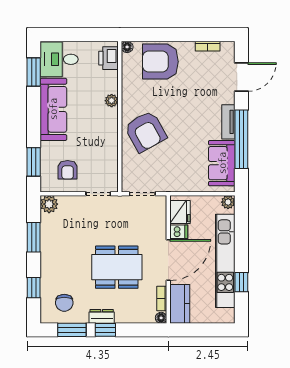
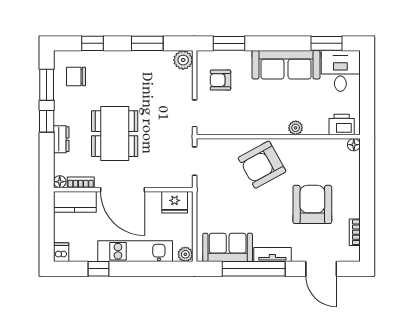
armchair: (160, 62) -> (312, 204), moved
dishwasher: (179, 232) -> (61, 252), moved, turned 180
kitchen unit: (225, 261) -> (135, 251), width x0.73
dresser: (102, 316) -> (61, 139), moved

